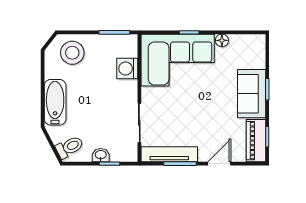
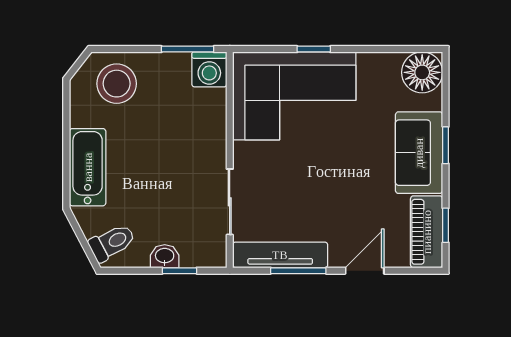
floor lamp: (222, 40) -> (422, 72), moved, width x1.89, depth x1.89
washing machine: (127, 69) -> (209, 69), moved, turned -90

